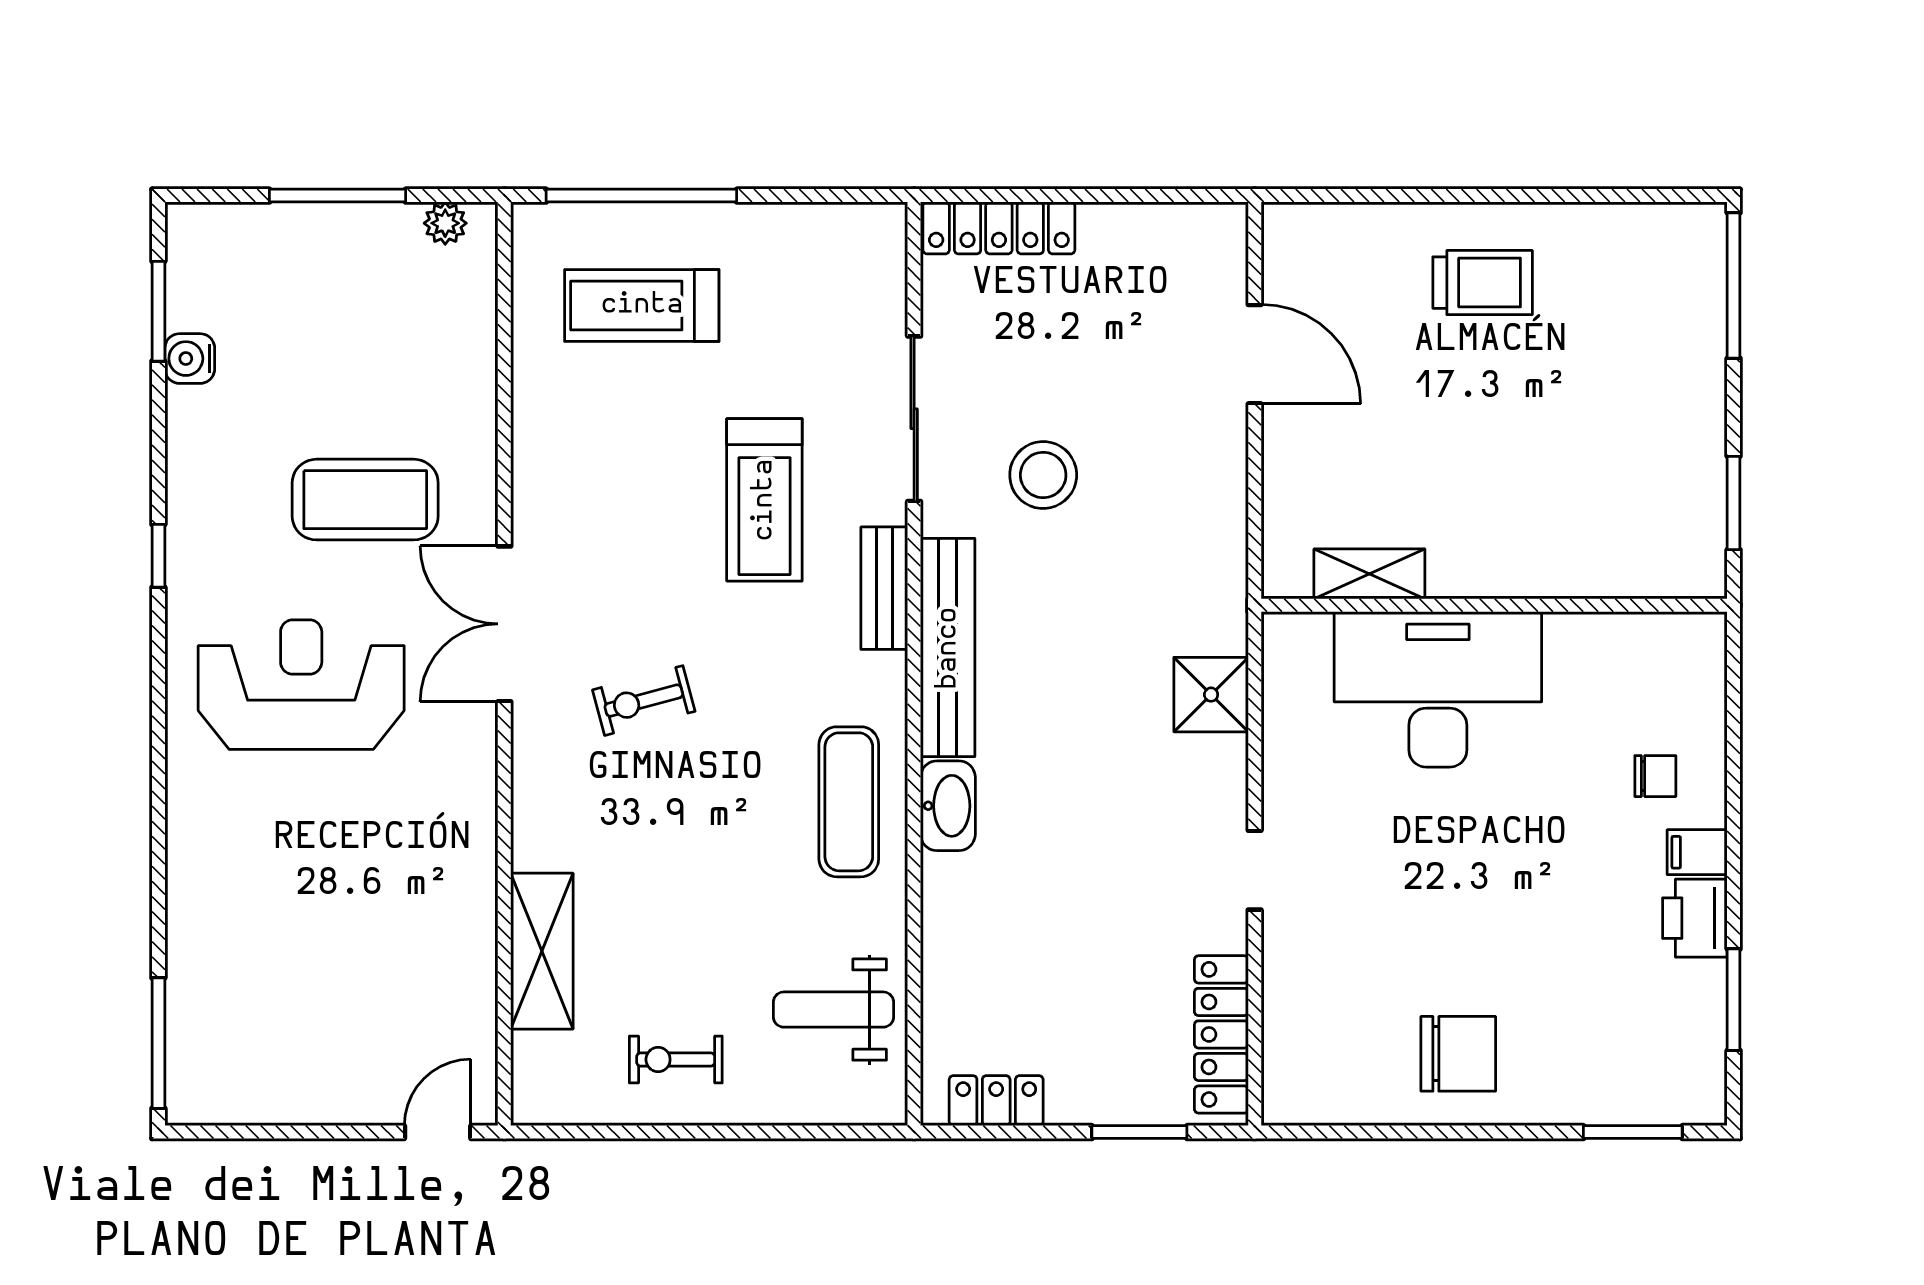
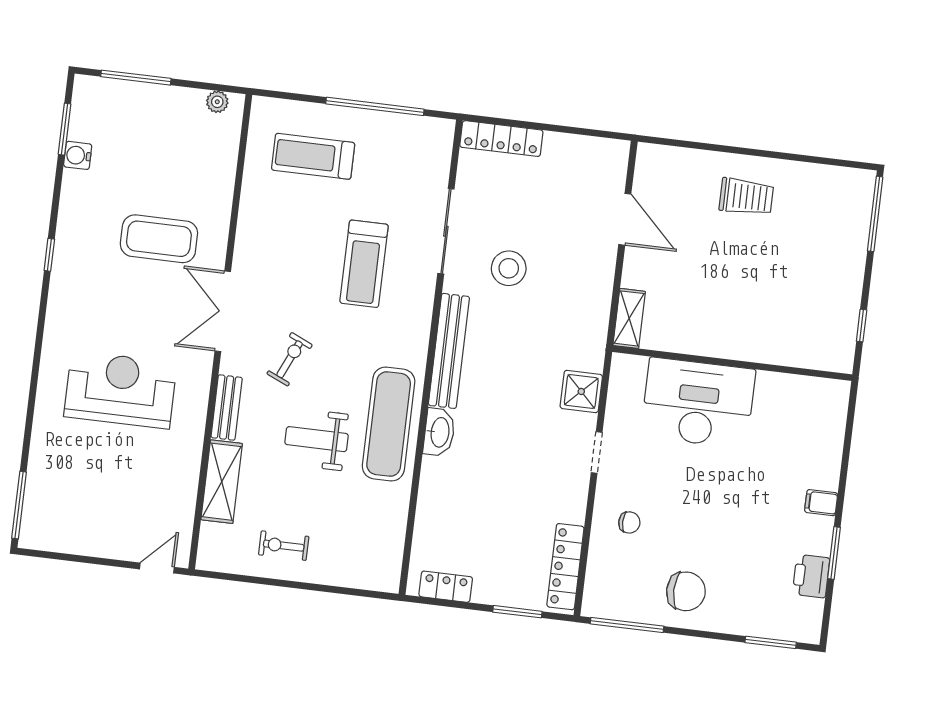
window: (338, 196) -> (136, 78), moved
window: (641, 196) -> (375, 106), moved
window: (1734, 503) -> (862, 326), width x0.67
shelving: (1369, 574) -> (629, 318), moved, turned 90
bench: (884, 588) -> (227, 408), moved
reception desk: (301, 685) -> (120, 390), moved
exercise bike: (644, 701) -> (290, 359), turned 129
chair: (1655, 776) -> (629, 522), moved
exercise mat: (849, 802) -> (389, 424), width x1.36, depth x1.45
doorway: (1255, 870) -> (597, 452), moved
printer: (1695, 918) -> (811, 576), moved
window: (1734, 1000) -> (834, 553), moved
weight bench: (834, 1010) -> (317, 439), moved
window: (1353, 1132) -> (627, 625), added

